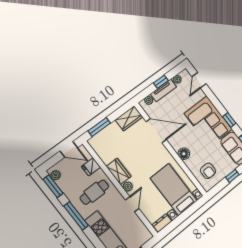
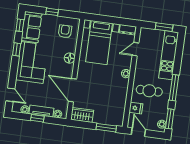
door: (199, 80) -> (10, 95), hinge flipped
wardrobe: (119, 172) -> (122, 88), removed
door: (132, 204) -> (136, 49), moved

